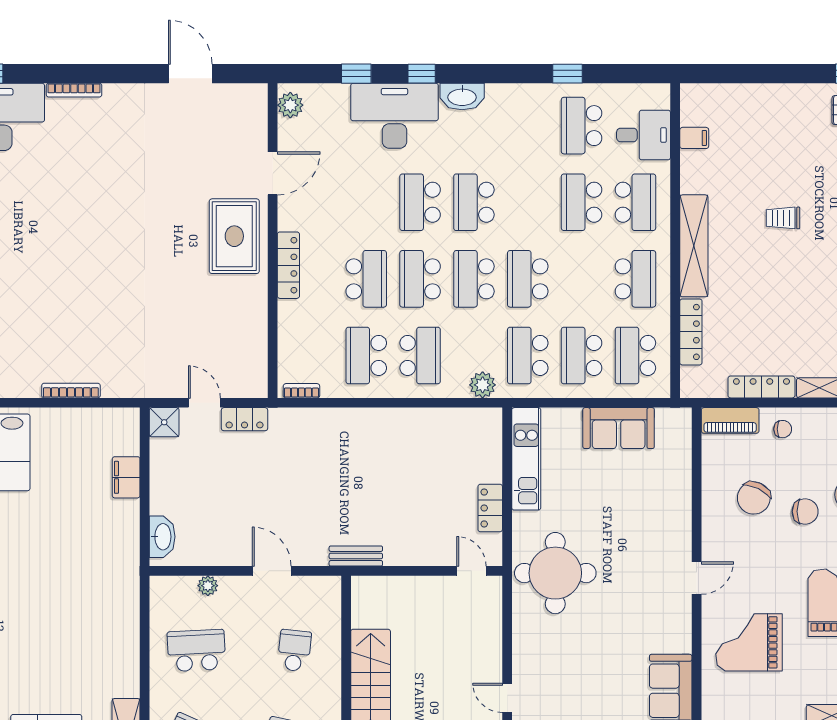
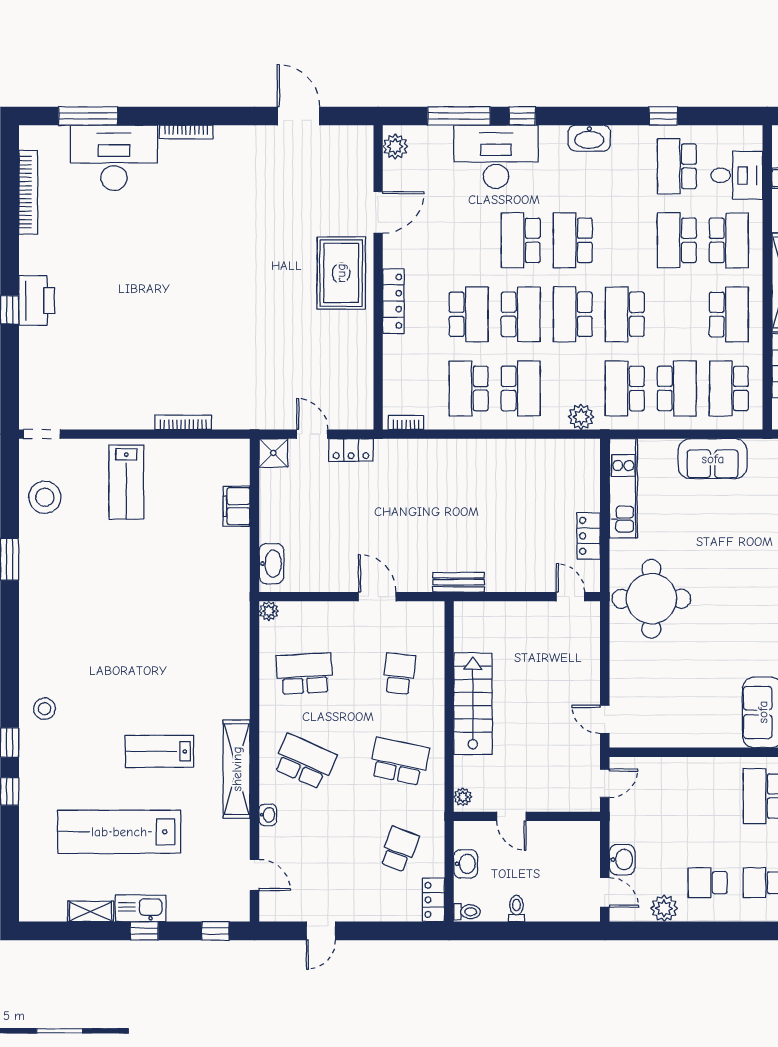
window: (356, 74) -> (459, 116), width x2.17
washbasin: (462, 96) -> (589, 138), moved
school desk: (420, 279) -> (521, 314), turned 180
school desk: (582, 355) -> (677, 388), turned 180
plant: (208, 586) -> (269, 611), moved

